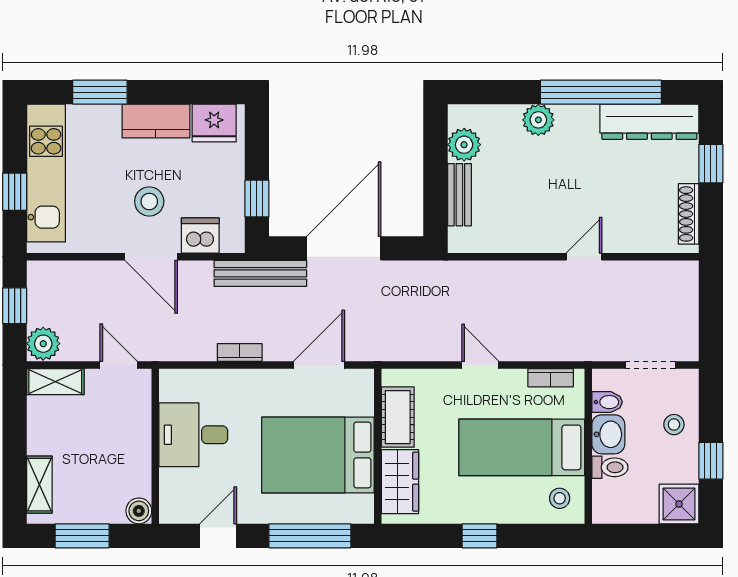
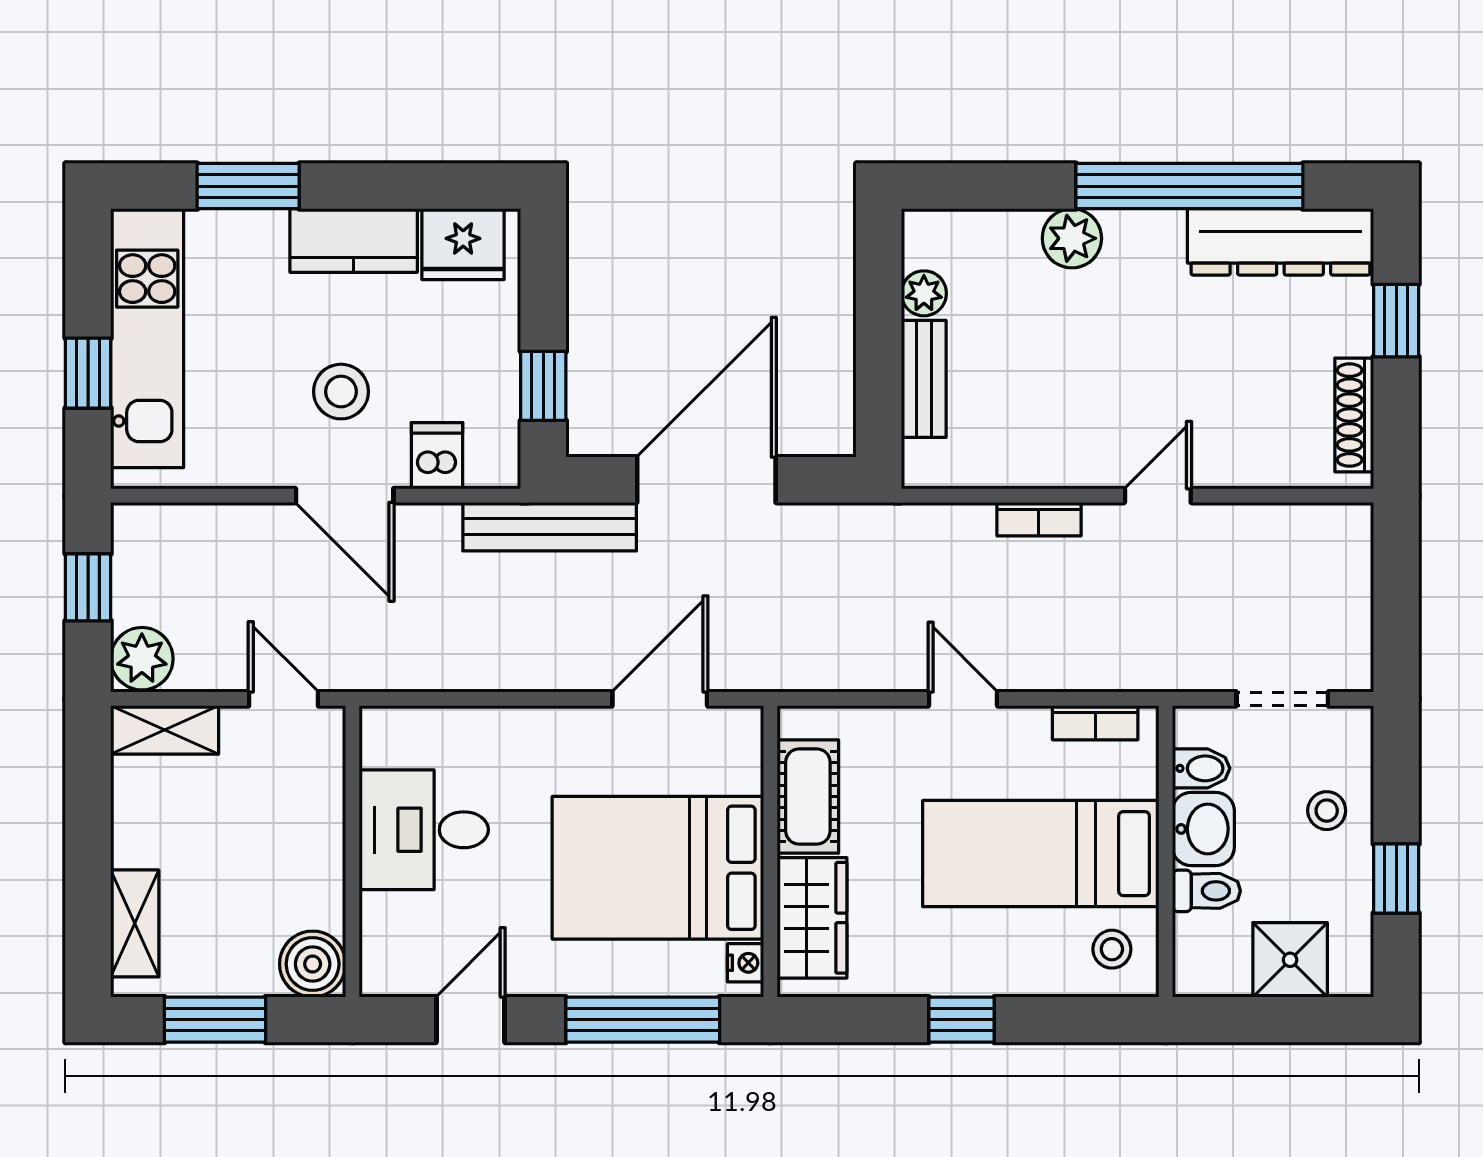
plant: (464, 145) -> (924, 293), width x0.73, depth x0.73
dishwasher: (200, 236) -> (437, 456), width x0.73
bookcase: (240, 353) -> (1039, 519), moved, turned 180
shower: (679, 504) -> (1290, 960), moved
nightstand: (365, 506) -> (745, 963), added
boiler: (139, 511) -> (313, 964), width x1.36, depth x1.36

